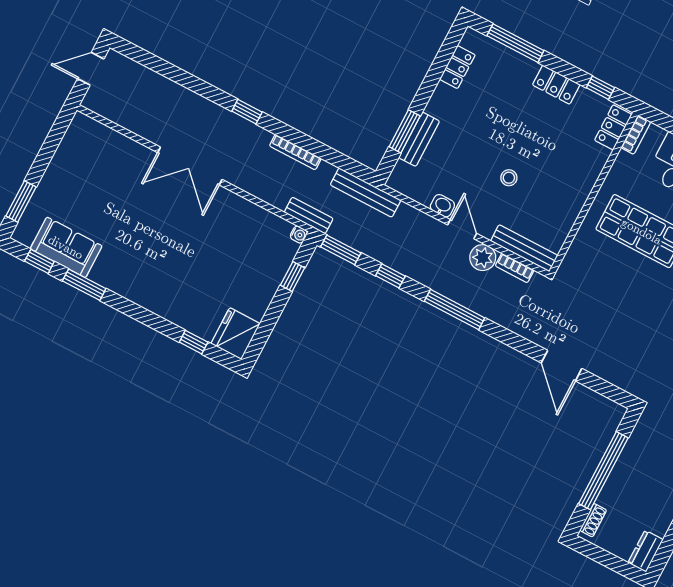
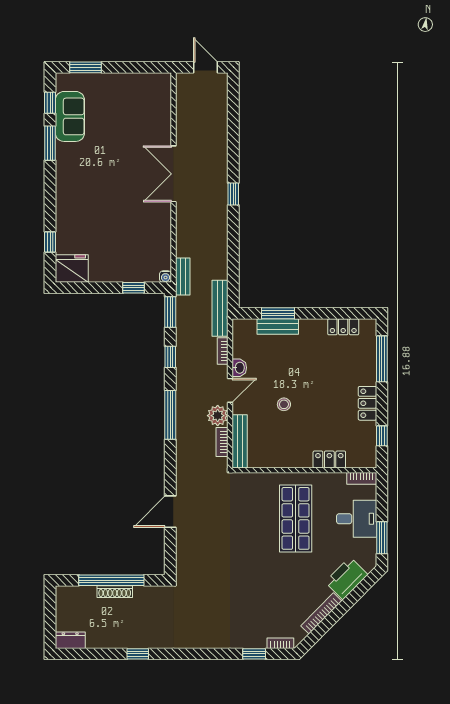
locker: (613, 127) -> (329, 460), moved
bookcase: (295, 152) -> (223, 351), moved, width x0.64
shoe rack: (593, 520) -> (115, 592), moved, width x1.43

